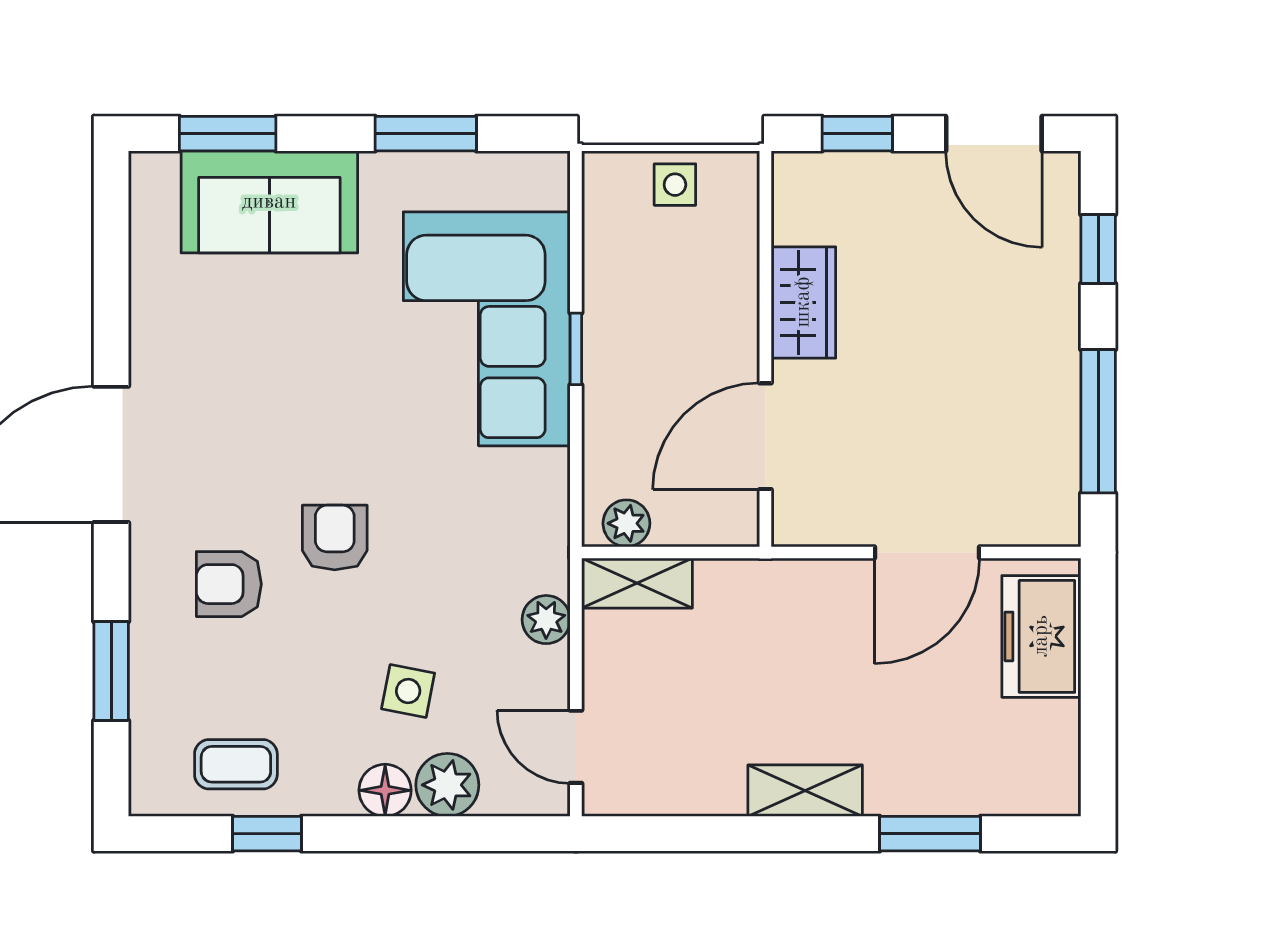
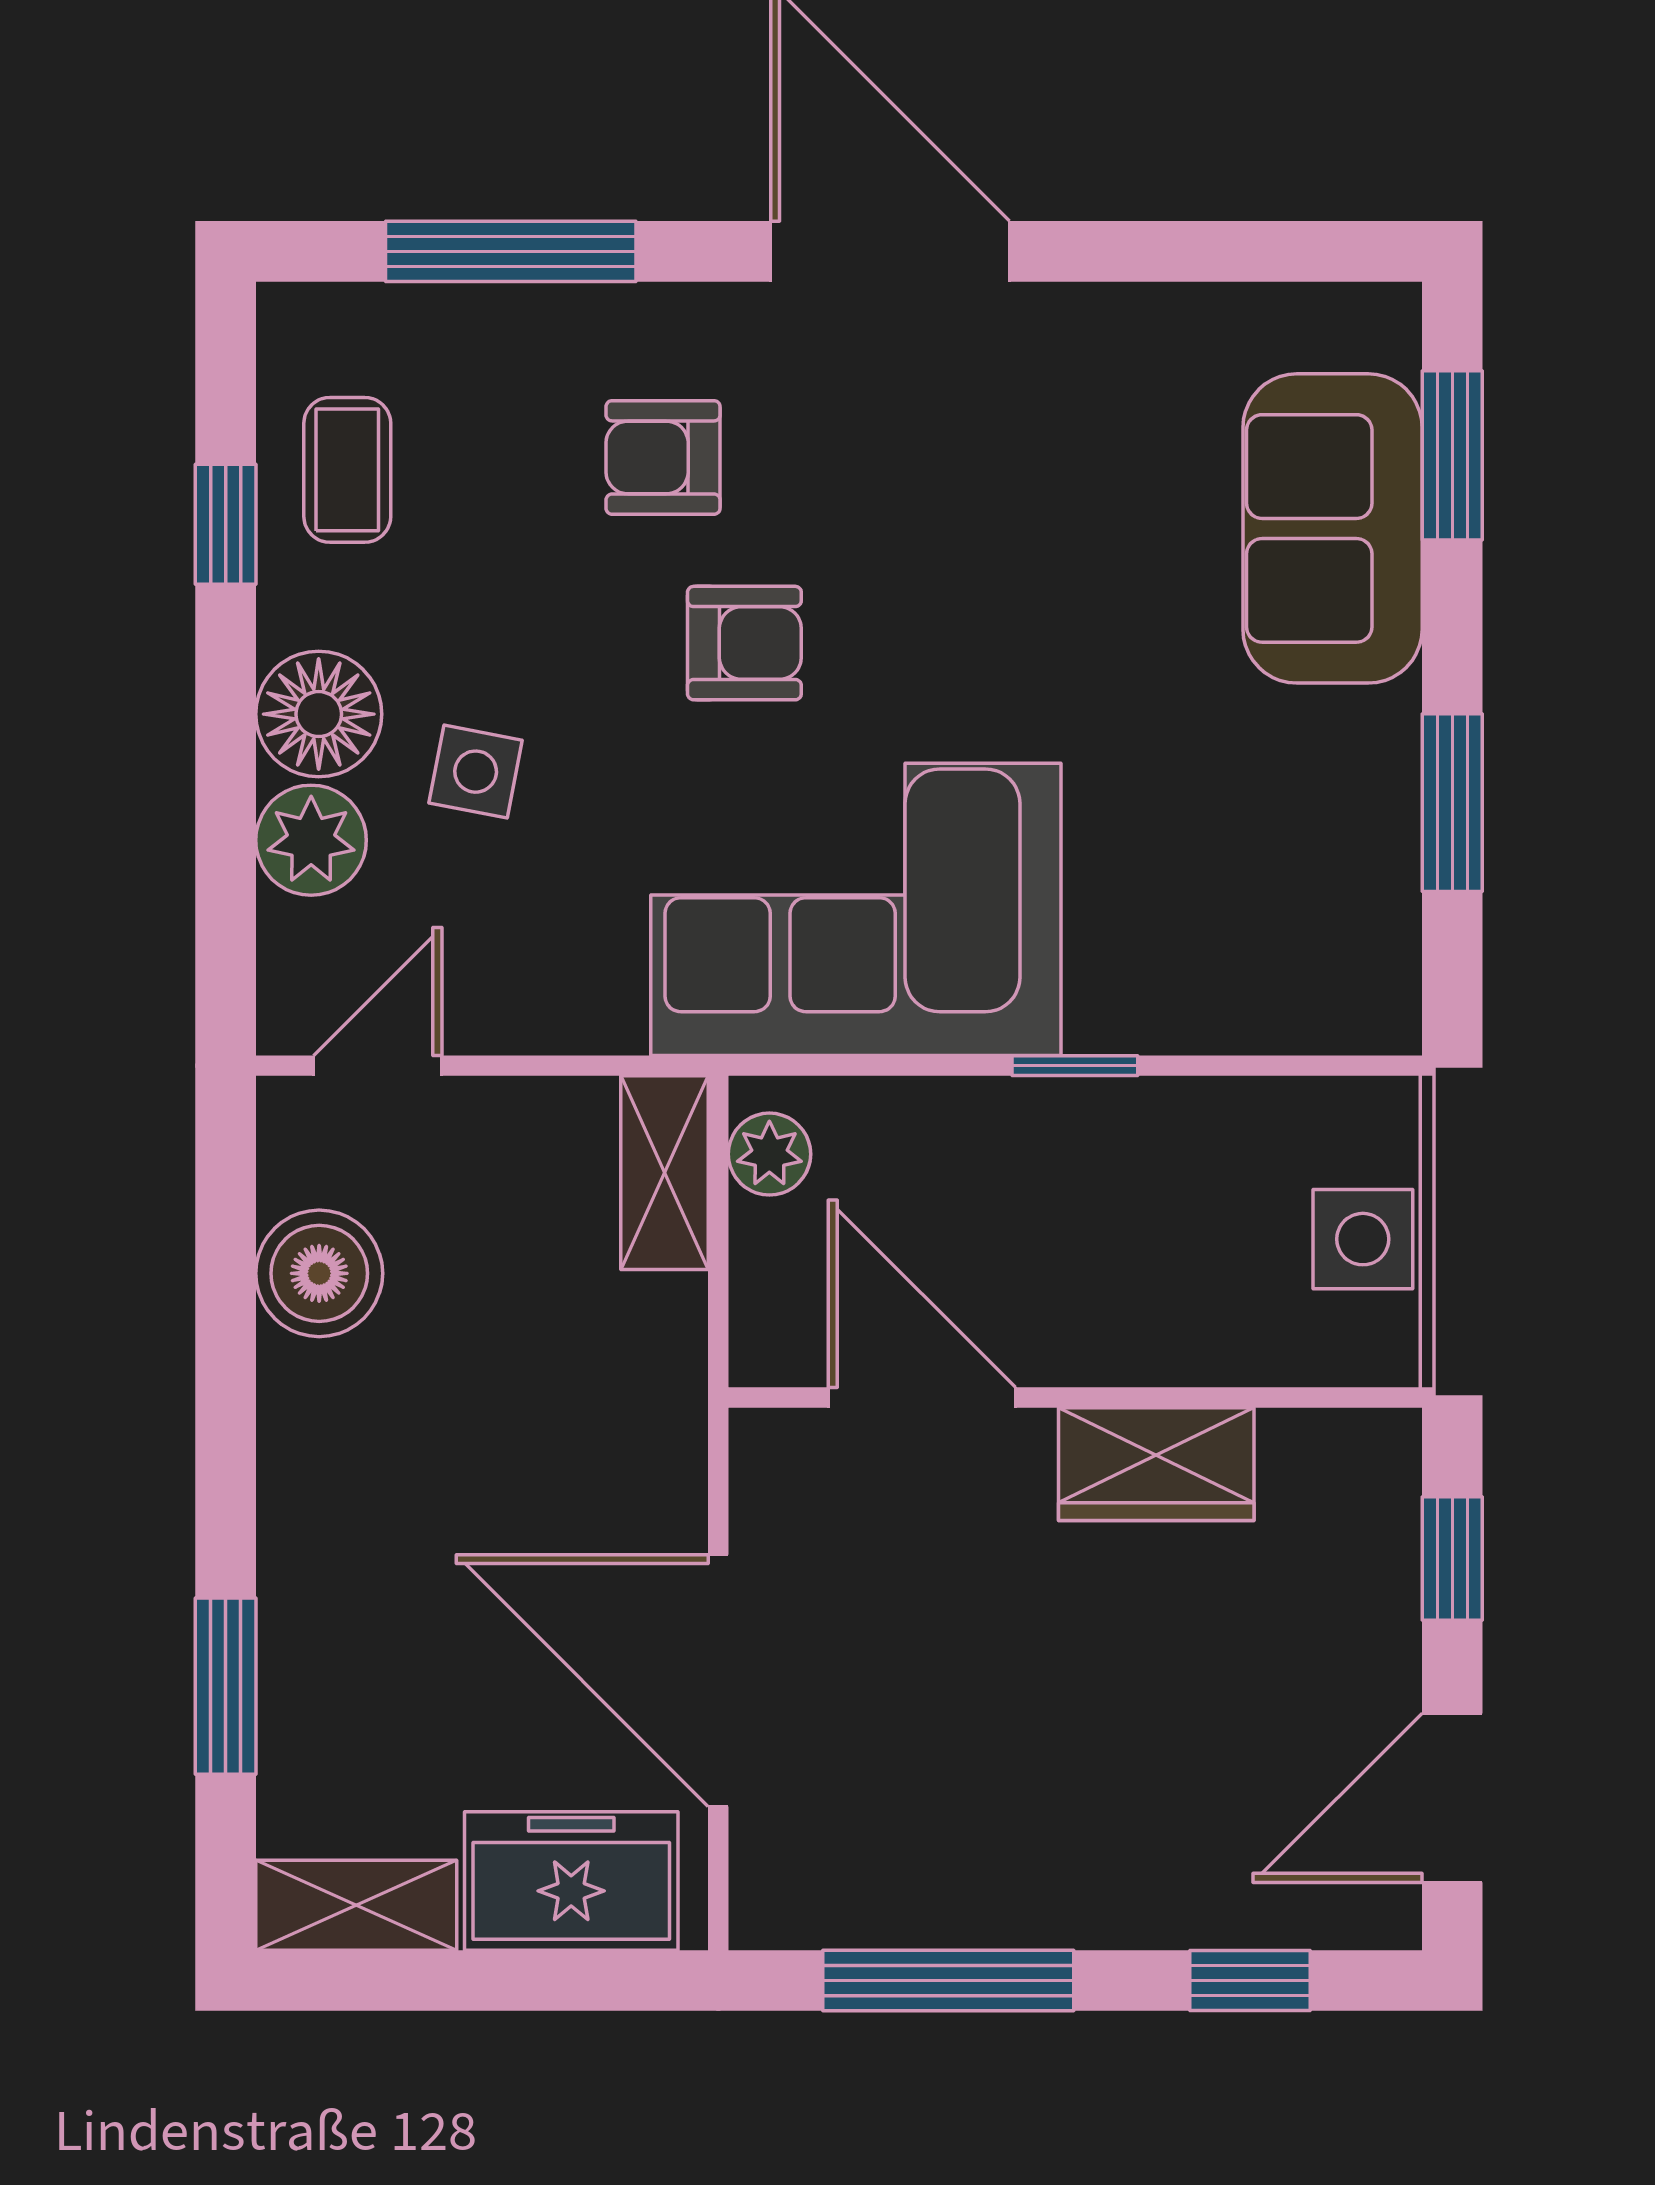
side table: (675, 185) -> (1363, 1239), width x1.37, depth x1.37
corner sofa: (487, 329) -> (856, 909), moved
door: (927, 552) -> (718, 1681), width x1.36
armchair: (229, 584) -> (663, 457), turned -90
plant: (546, 620) -> (601, 1013), removed
window: (111, 671) -> (511, 251), width x1.44
boiler: (695, 780) -> (319, 1273), added
floor lamp: (385, 790) -> (319, 714), width x1.38, depth x1.38
shelving: (805, 791) -> (356, 1905), moved, turned 90

